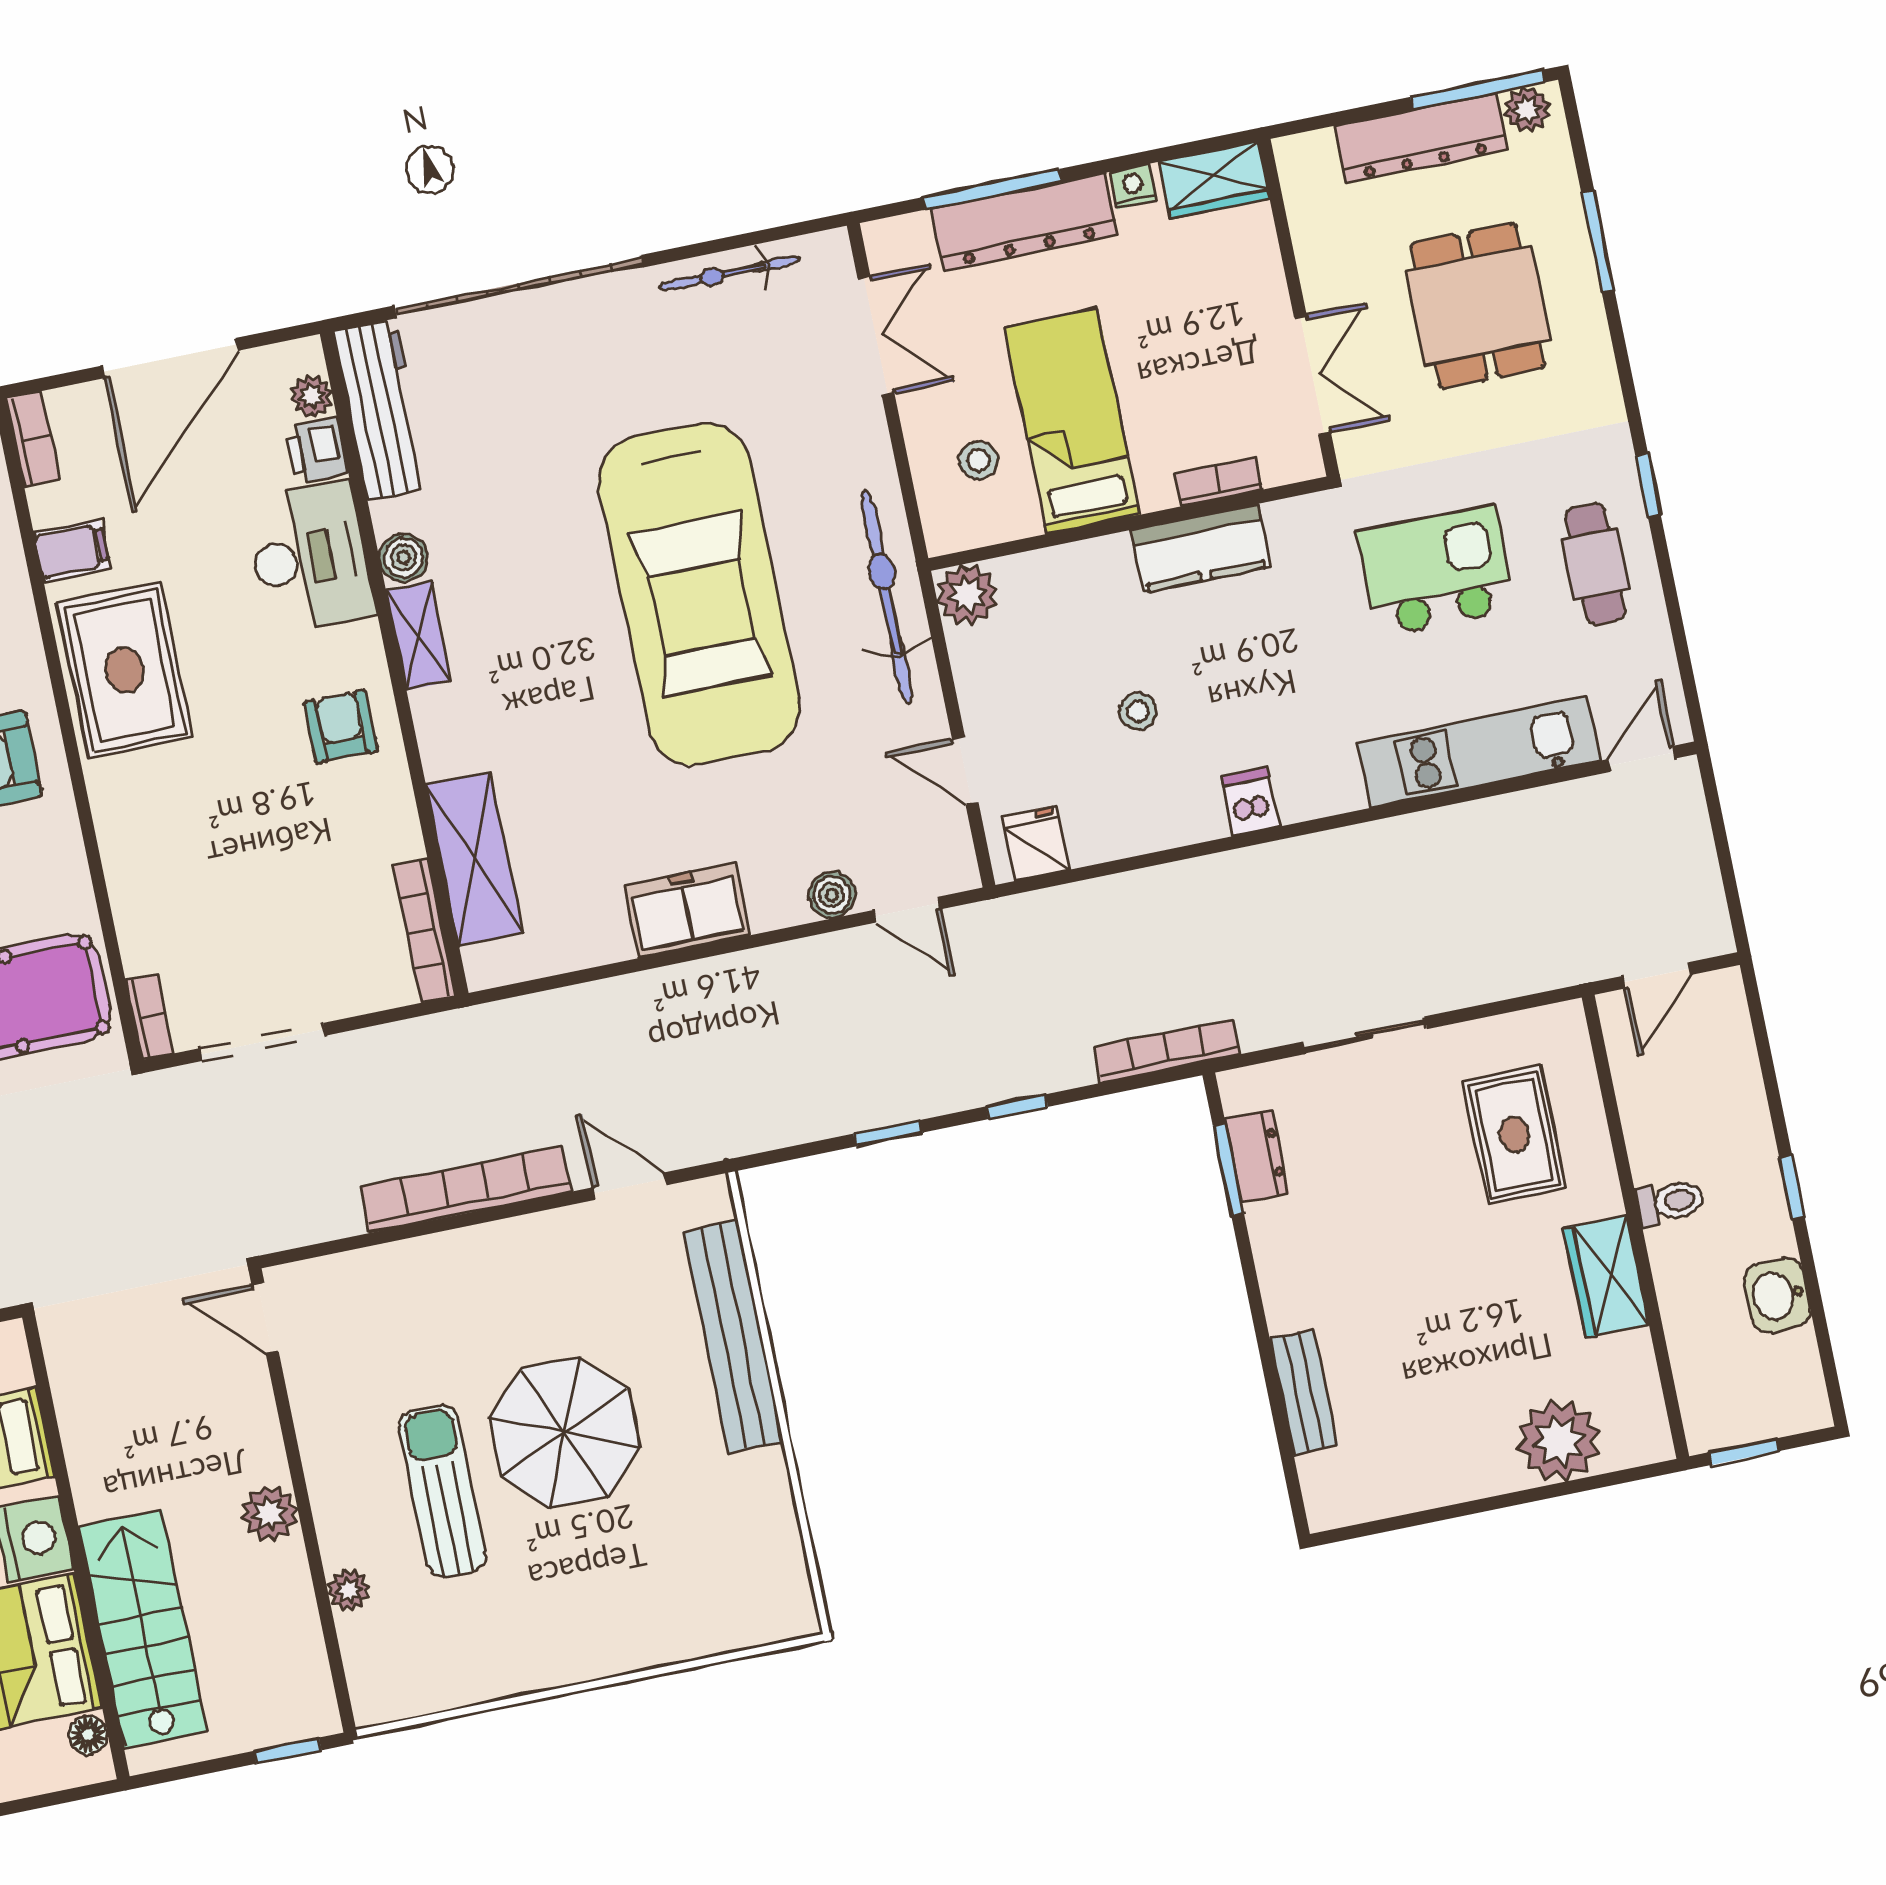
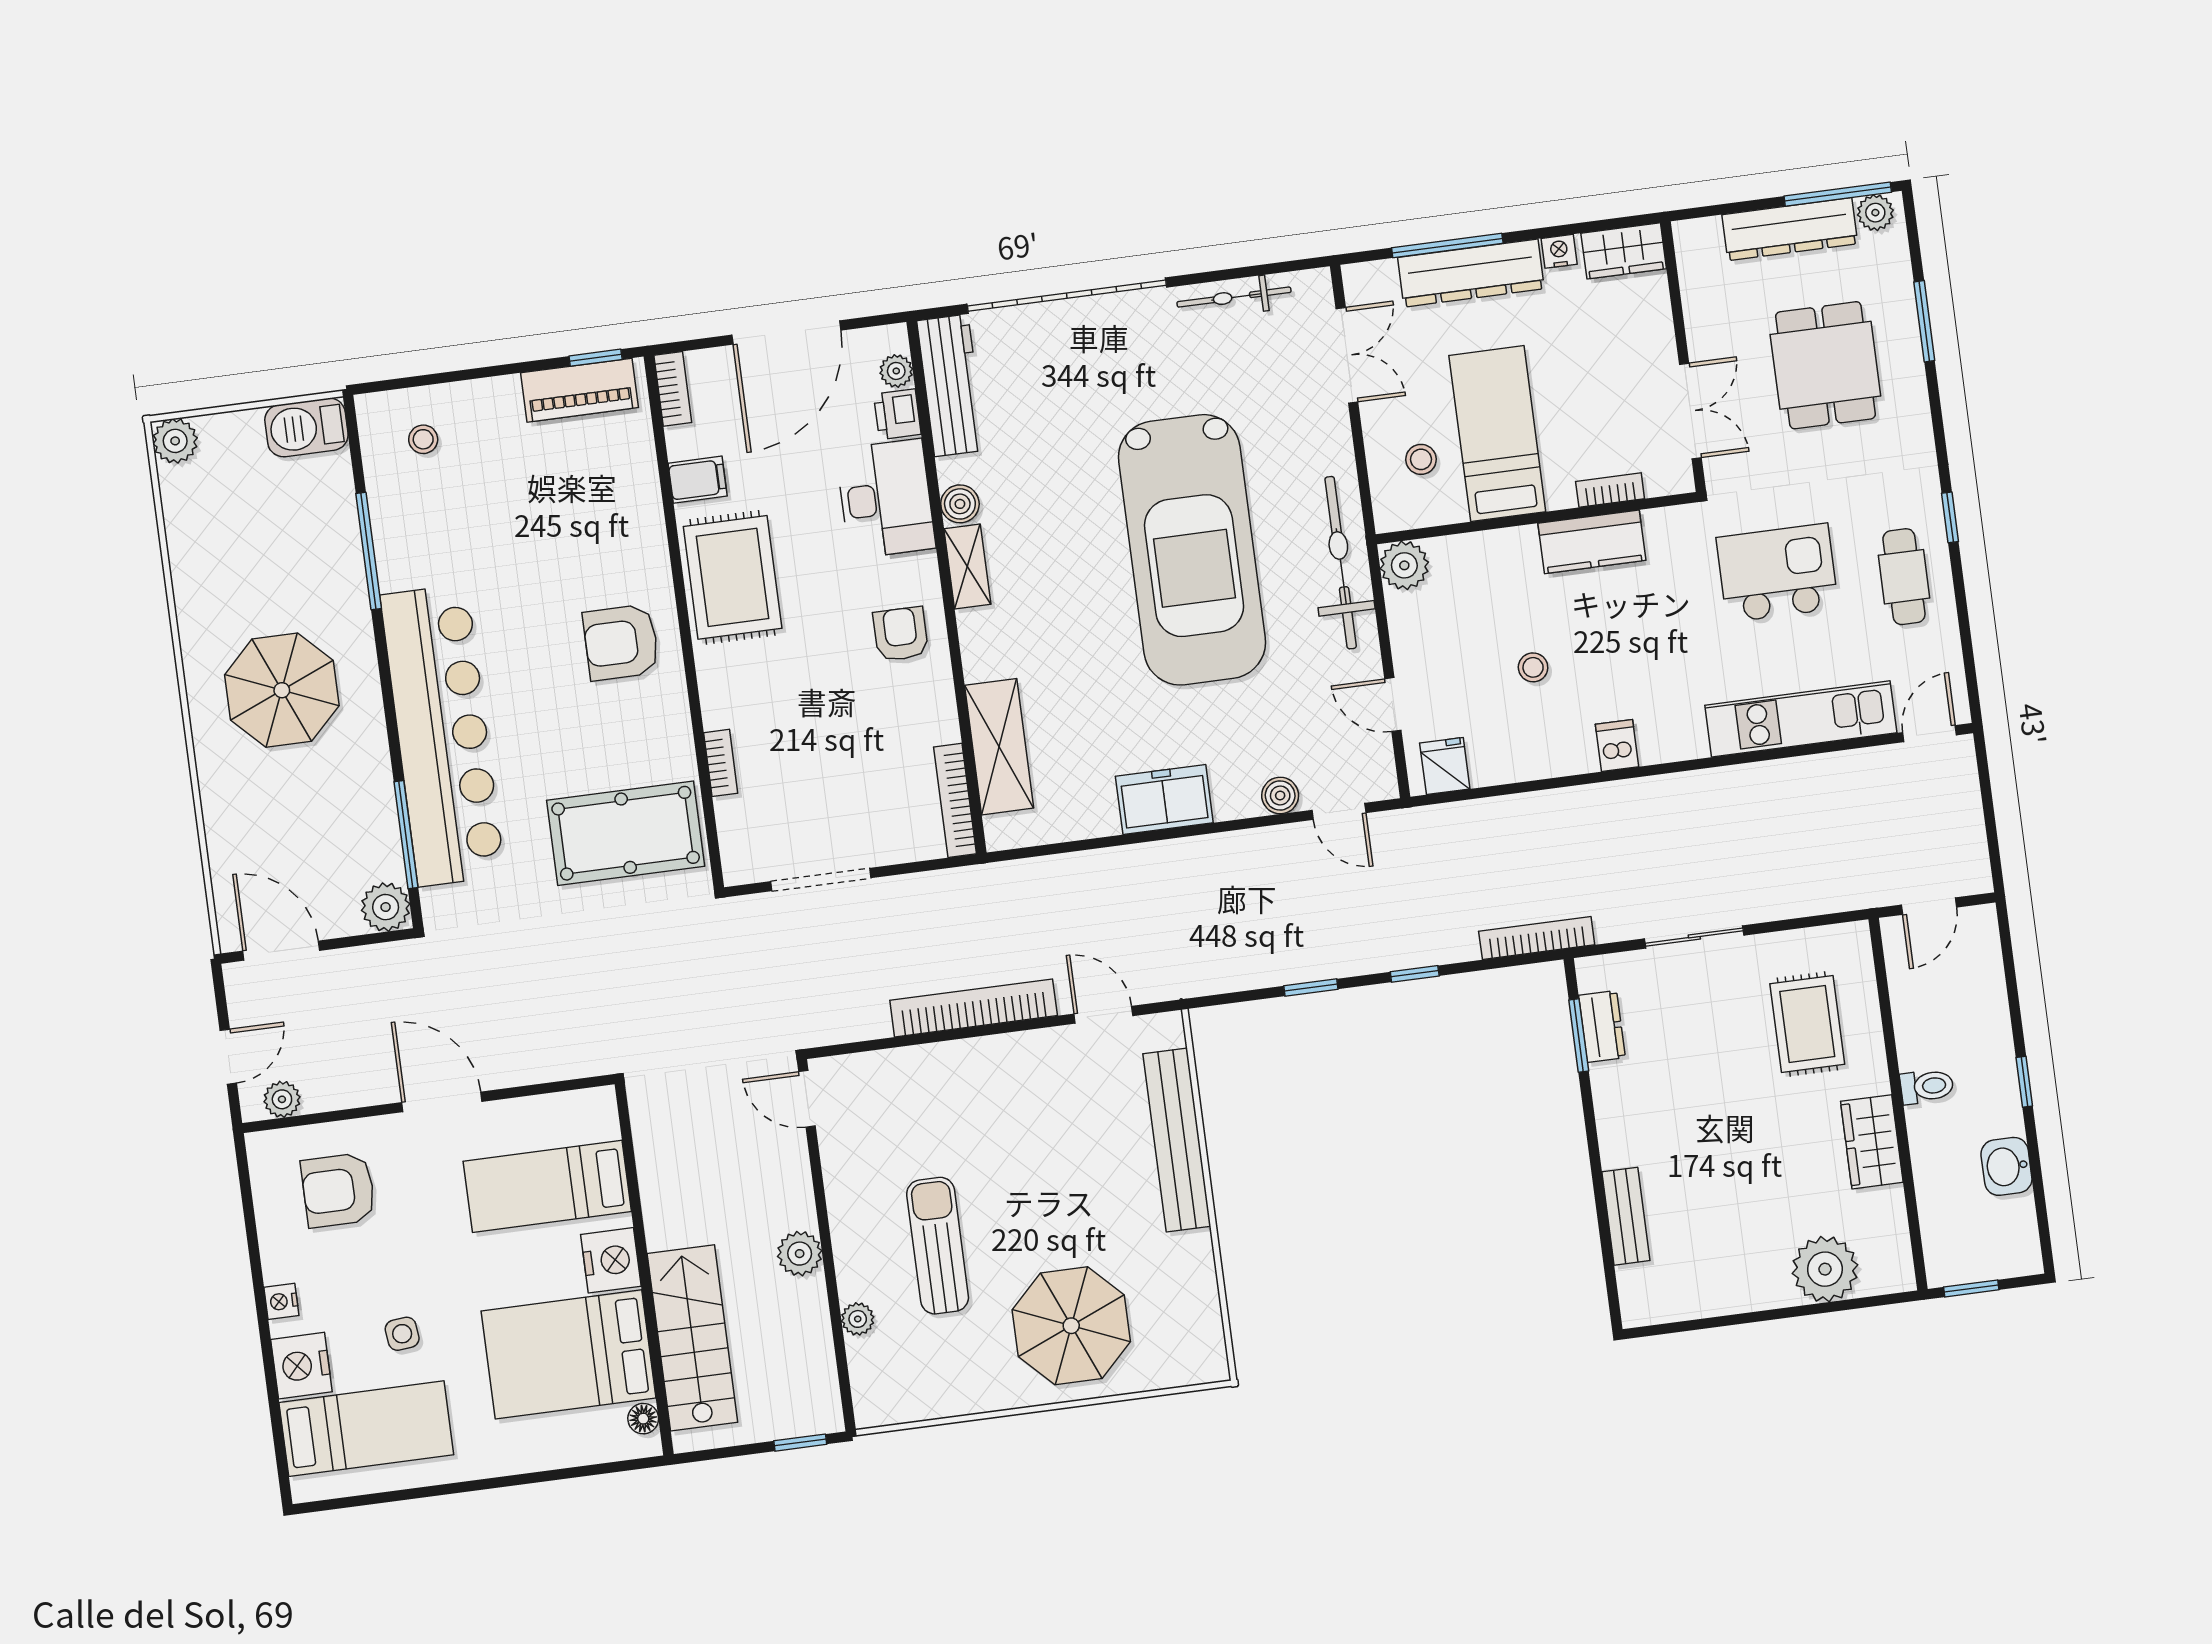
bookcase: (150, 1017) -> (721, 763), moved
parasol: (565, 1433) -> (1071, 1326), moved

